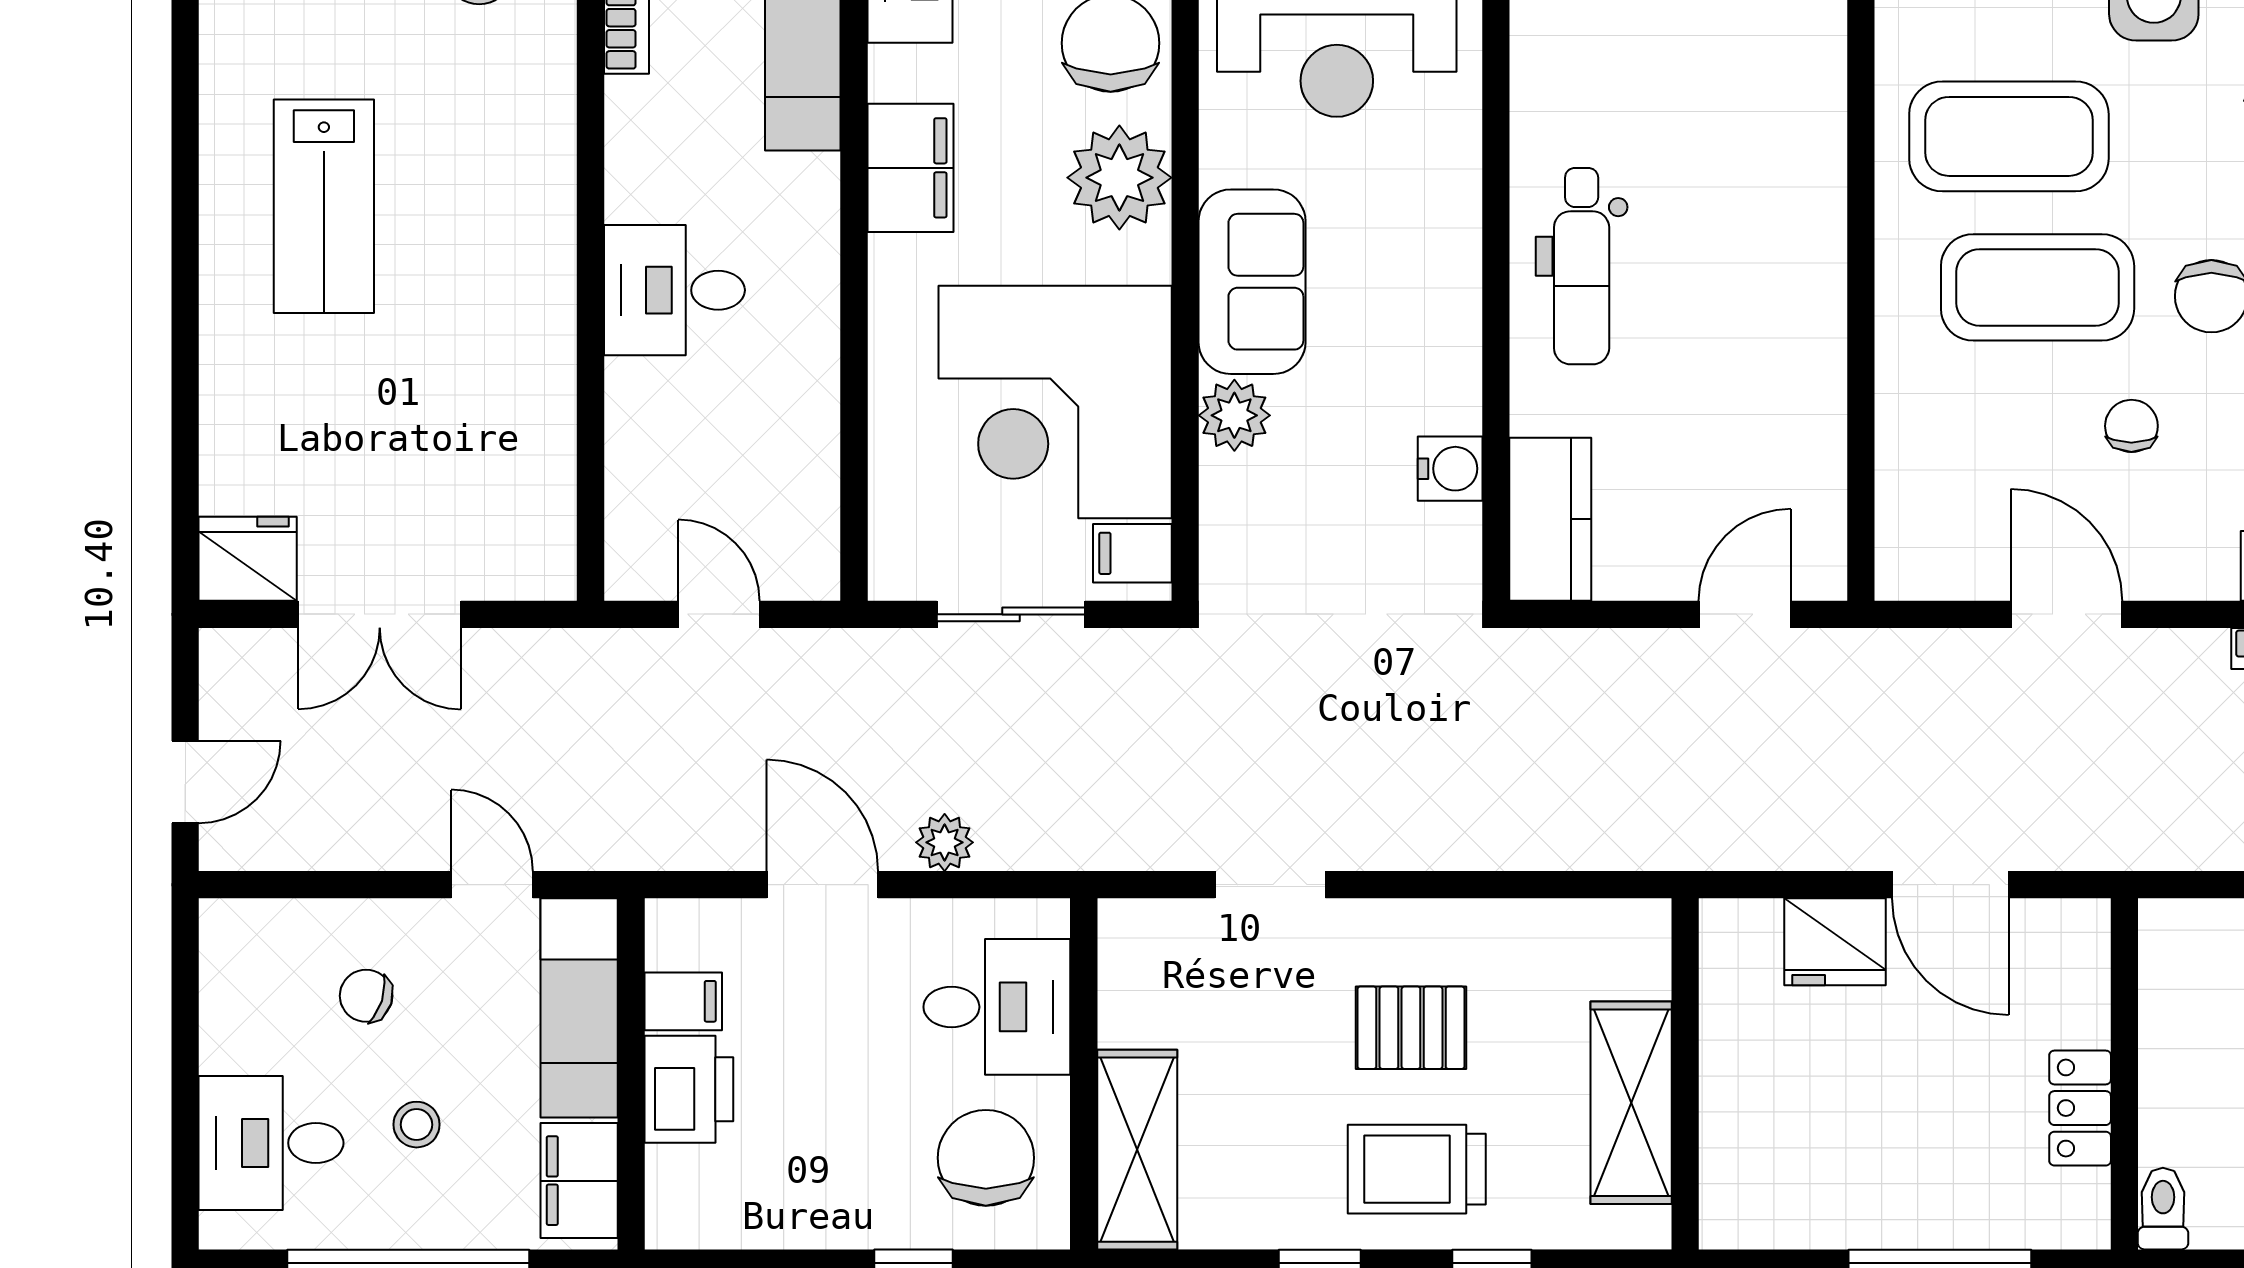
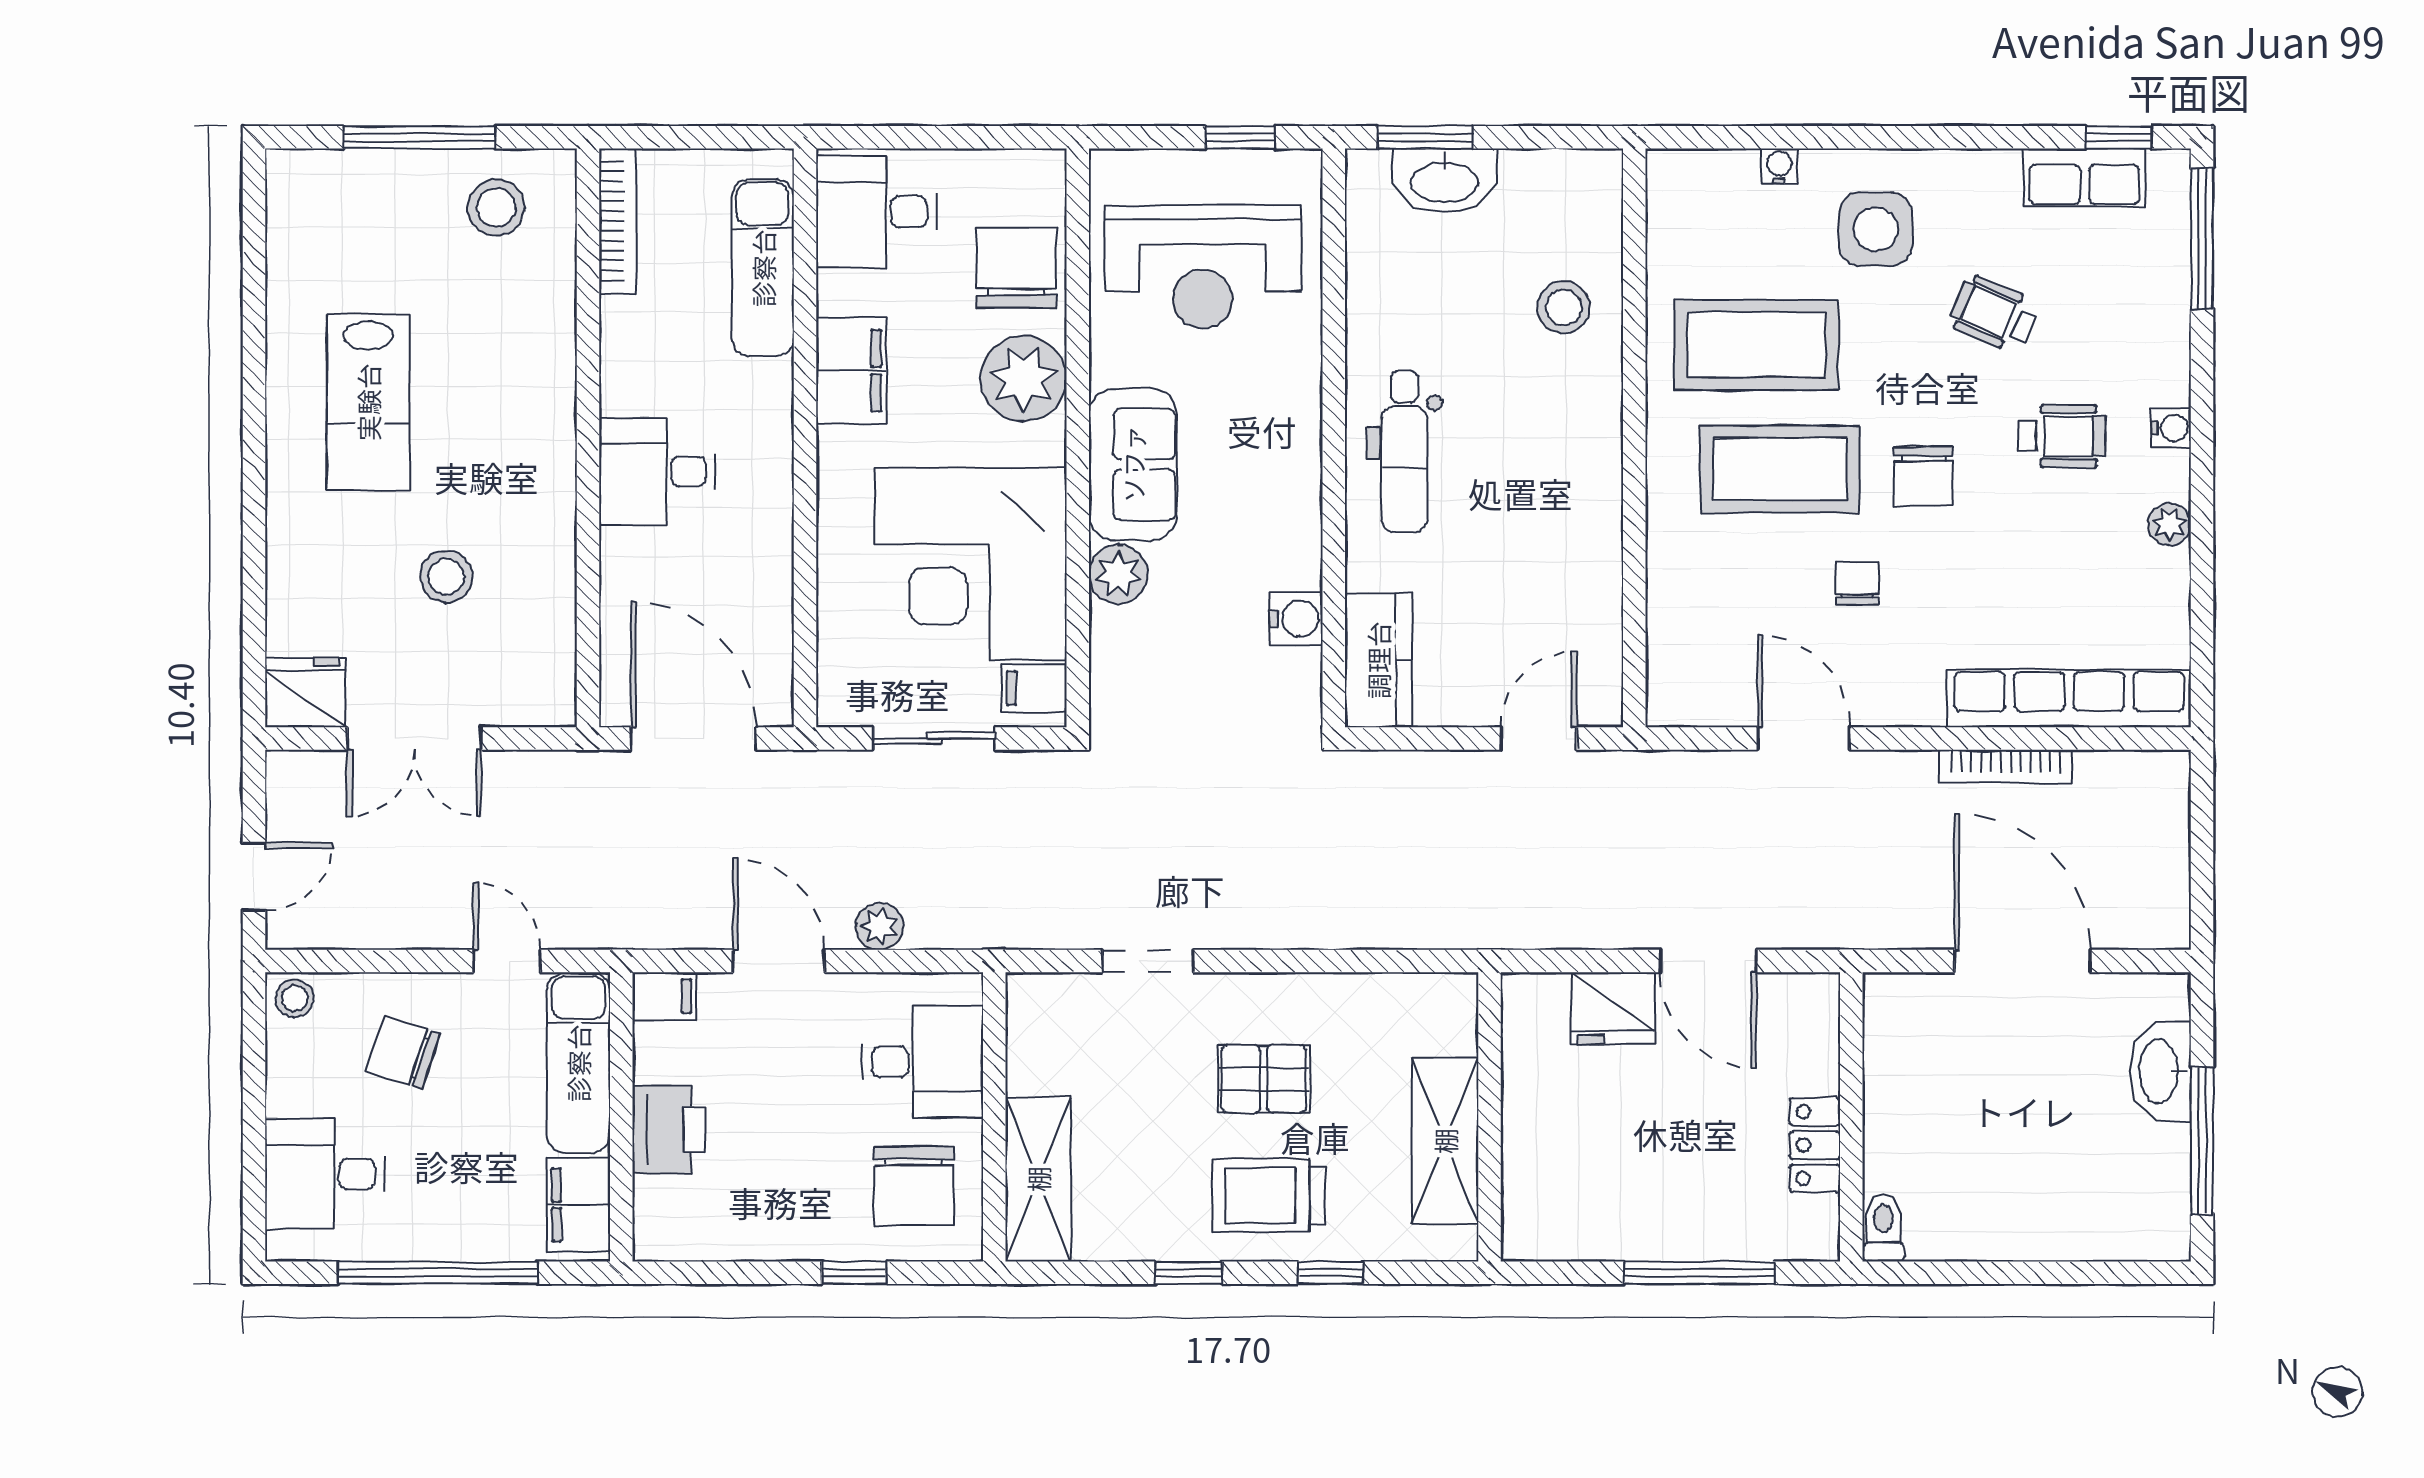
stool: (1775, 91) -> (1564, 307), added
stool: (418, 418) -> (446, 577), added
door: (719, 614) -> (694, 738), width x1.87
chair: (366, 996) -> (403, 1053), width x1.37, depth x1.37
filing cabinet: (683, 1001) -> (664, 996), moved
stool: (417, 1125) -> (295, 998), moved
chair: (986, 1158) -> (914, 1186), turned 180

